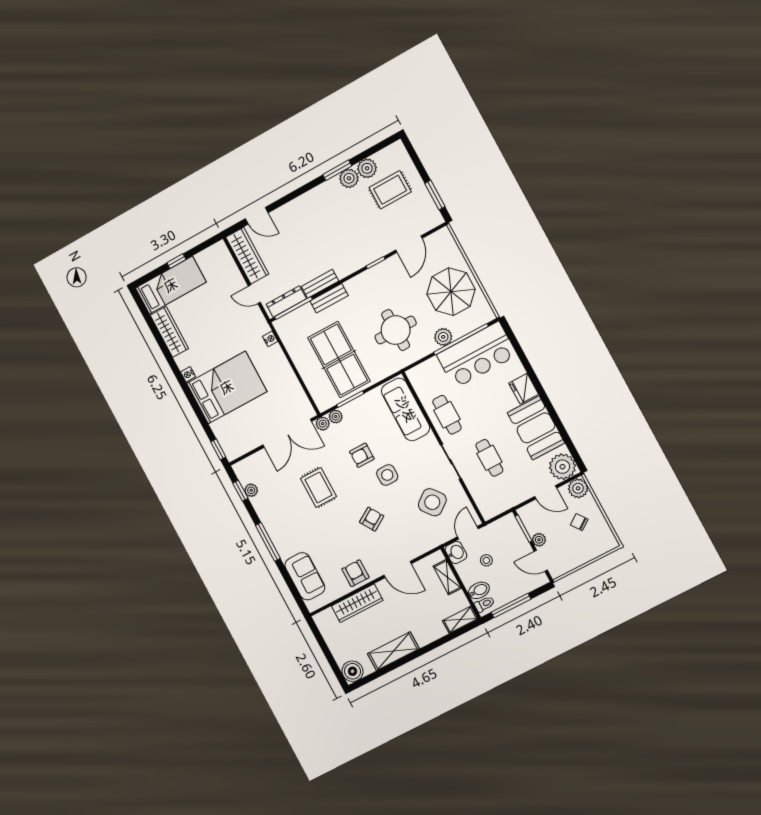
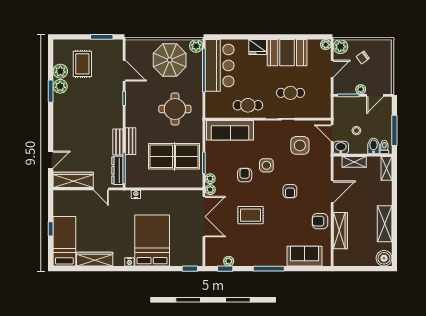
door: (254, 294) -> (101, 189), hinge flipped
plant: (443, 337) -> (196, 46), moved
armchair: (362, 455) -> (245, 175), turned 180
plant: (562, 467) -> (326, 45), width x0.53, depth x0.53
side table: (432, 502) -> (300, 145), turned 38
armchair: (372, 519) -> (290, 191), turned -148

